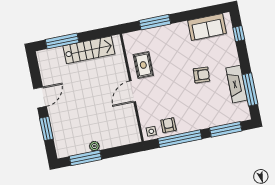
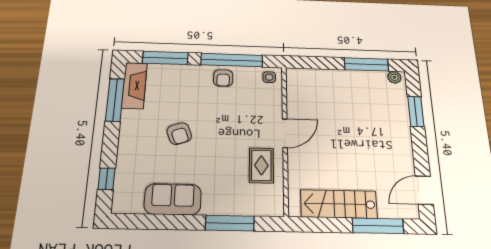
sofa: (207, 27) -> (173, 199), moved
armchair: (201, 75) -> (179, 134), turned -114
fireplace: (237, 84) -> (134, 85), moved
door: (40, 97) -> (424, 190), moved
armchair: (168, 125) -> (223, 78), moved
plant: (94, 146) -> (394, 77), moved

